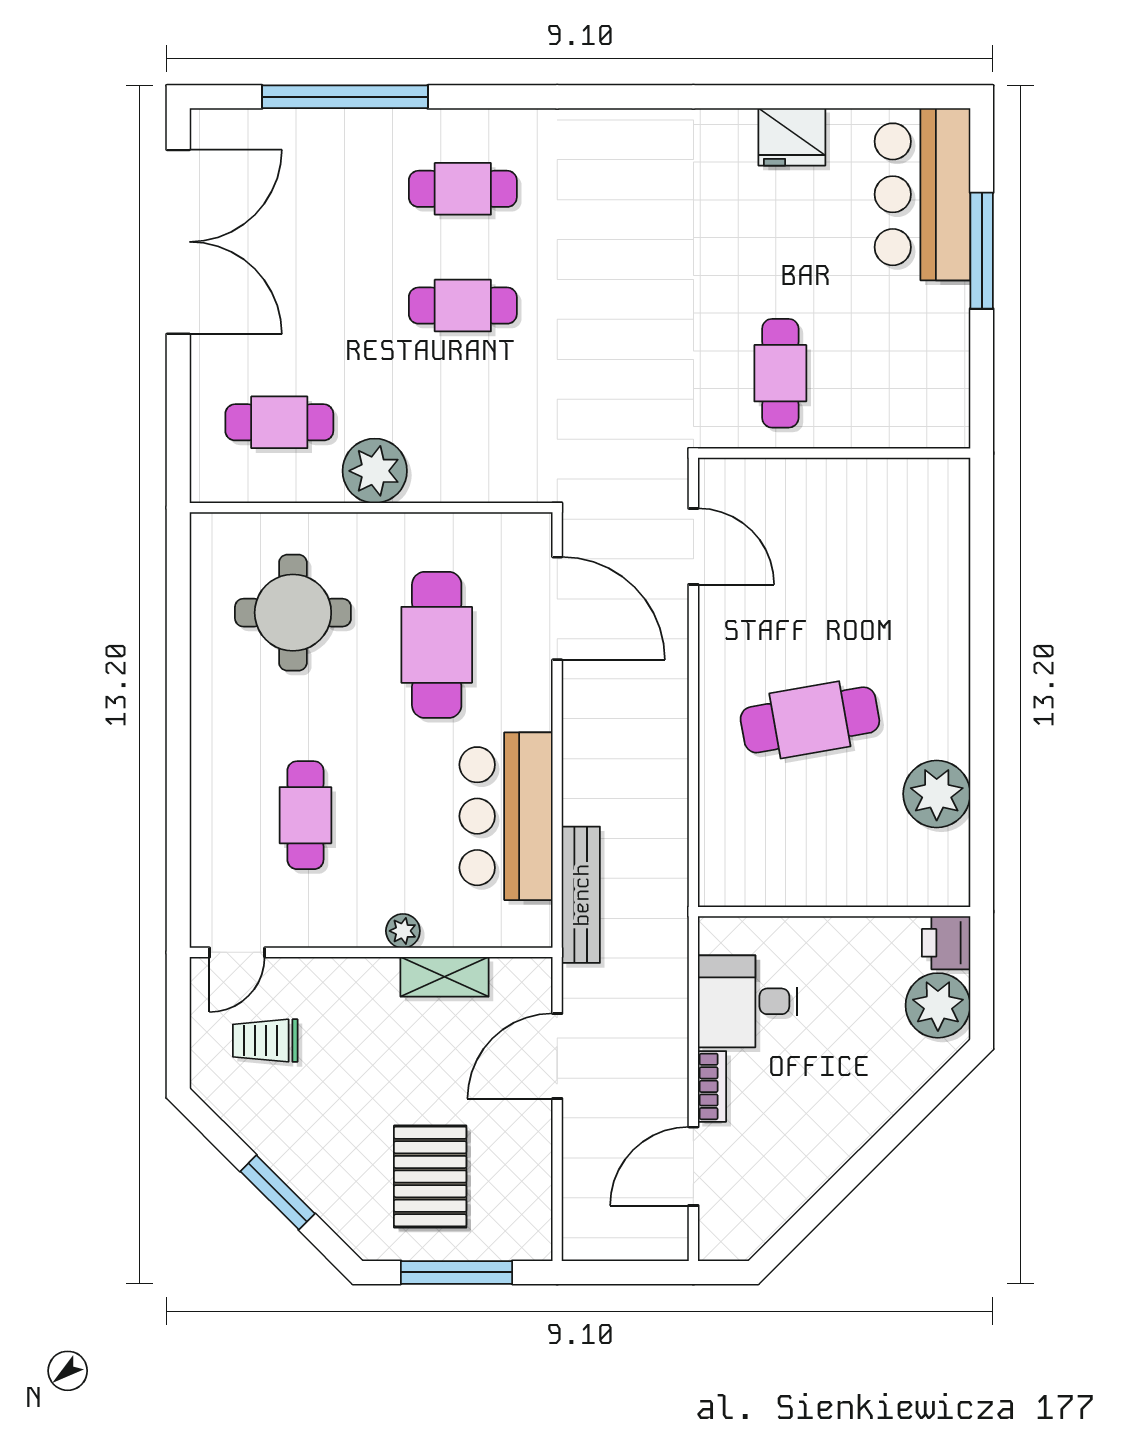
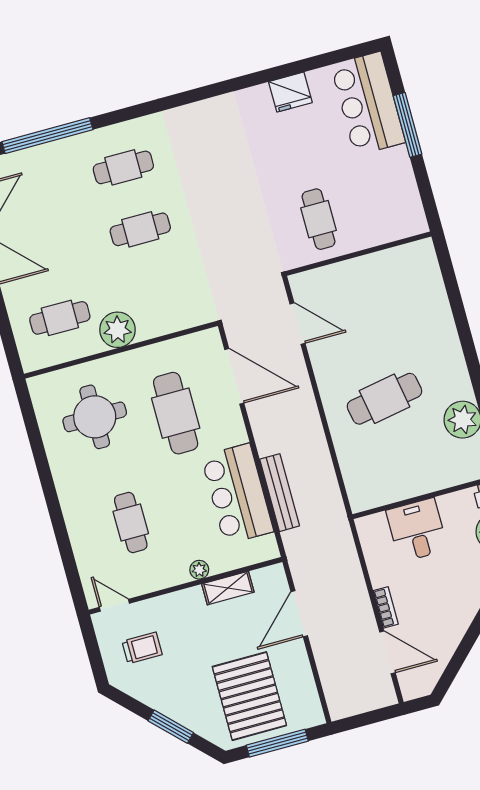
bench: (581, 895) -> (280, 493), moved
door: (237, 952) -> (114, 605), swing flipped
desk: (748, 1001) -> (417, 530), moved, turned 90
trolley: (265, 1041) -> (142, 648), turned 180
door: (693, 1166) -> (387, 652), swing flipped
pallet: (430, 1177) -> (249, 696), width x1.37, depth x1.41

